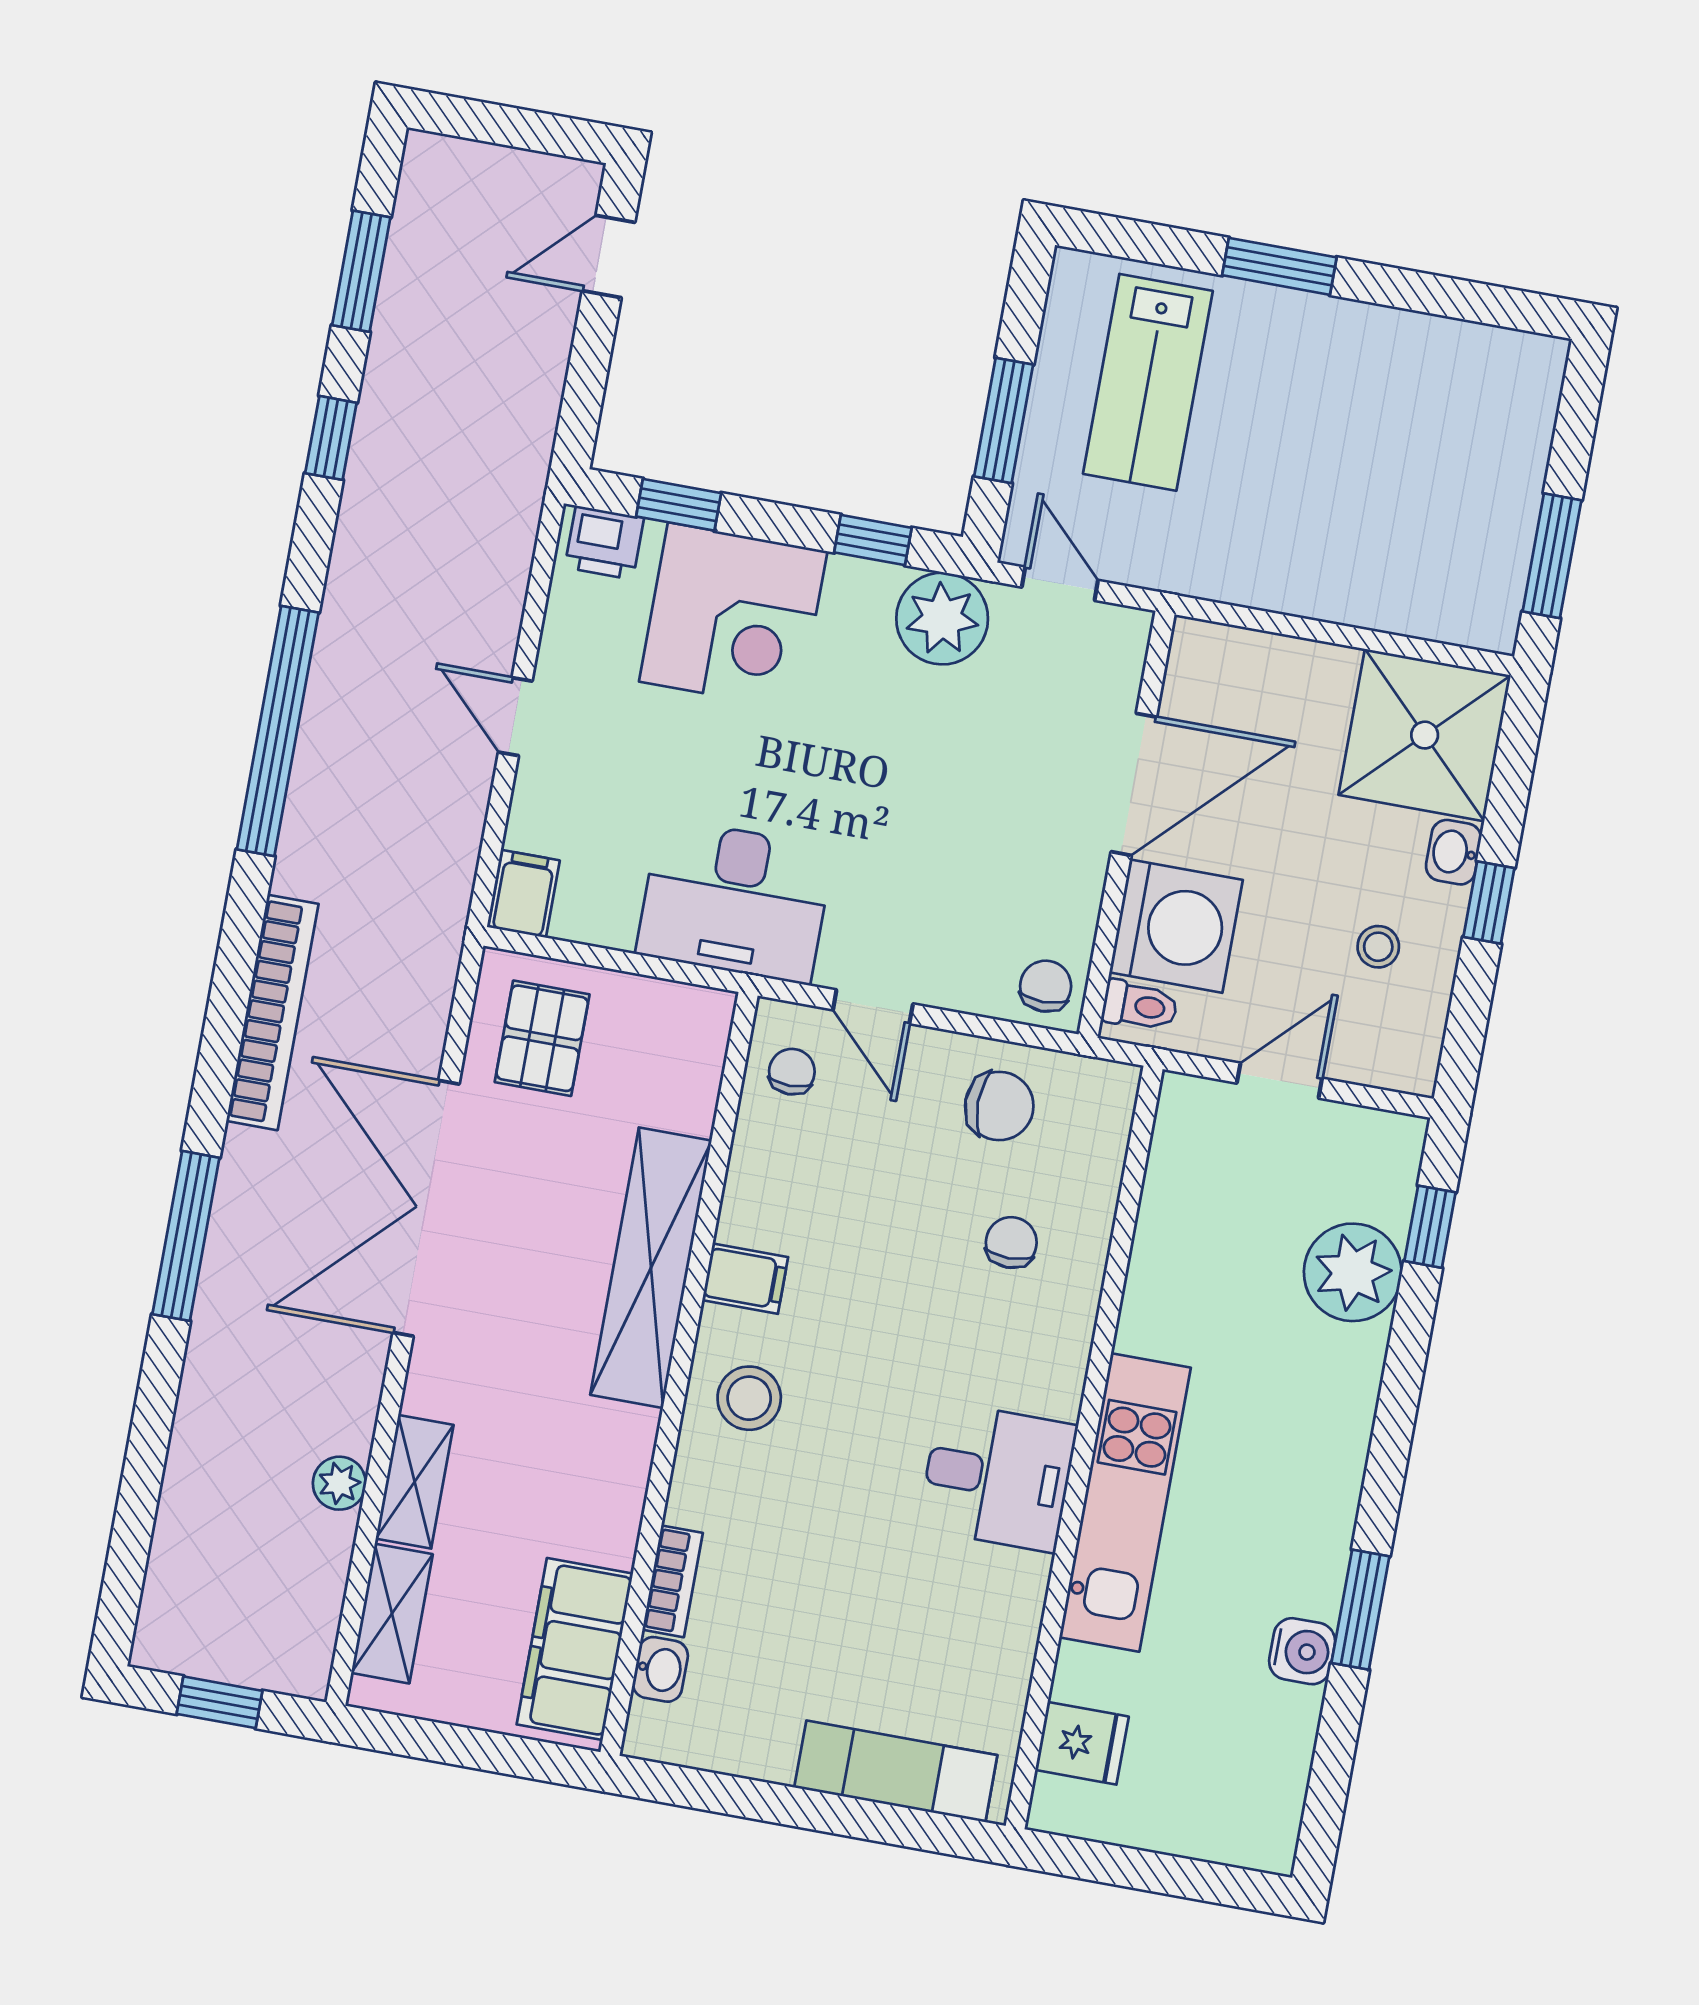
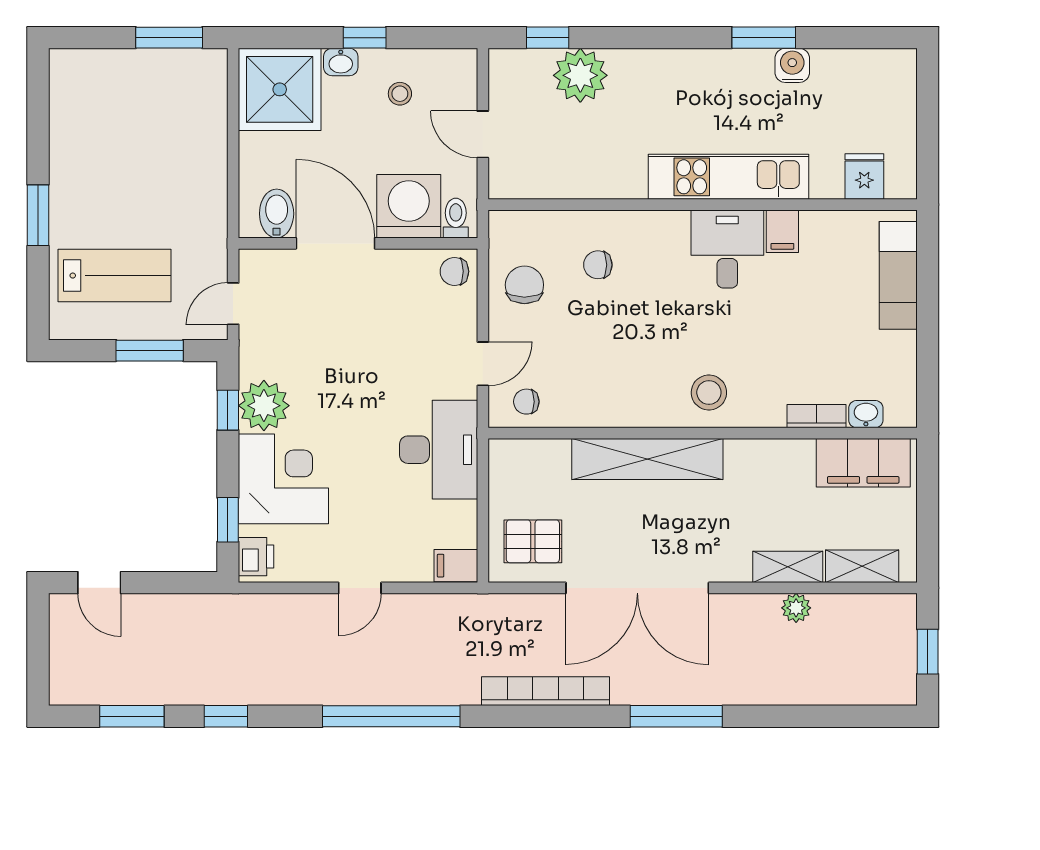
plant: (942, 619) -> (264, 406), moved
bidet: (1206, 690) -> (277, 214), added
filing cabinet: (745, 1279) -> (782, 231), moved, turned 180

